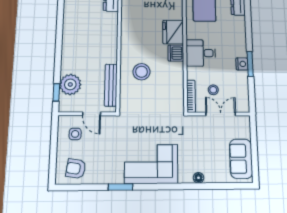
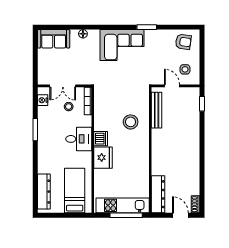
nightstand: (242, 64) -> (43, 100), moved
plant: (70, 84) -> (191, 111), removed
sofa: (241, 159) -> (54, 39), moved, turned 90

